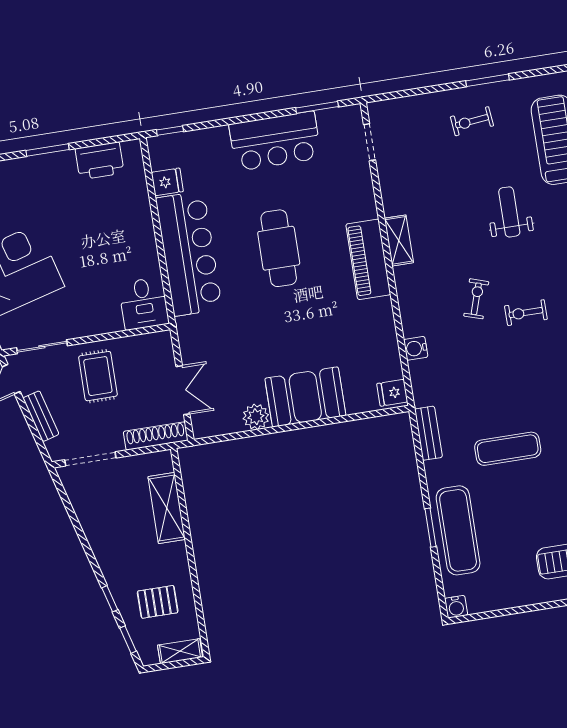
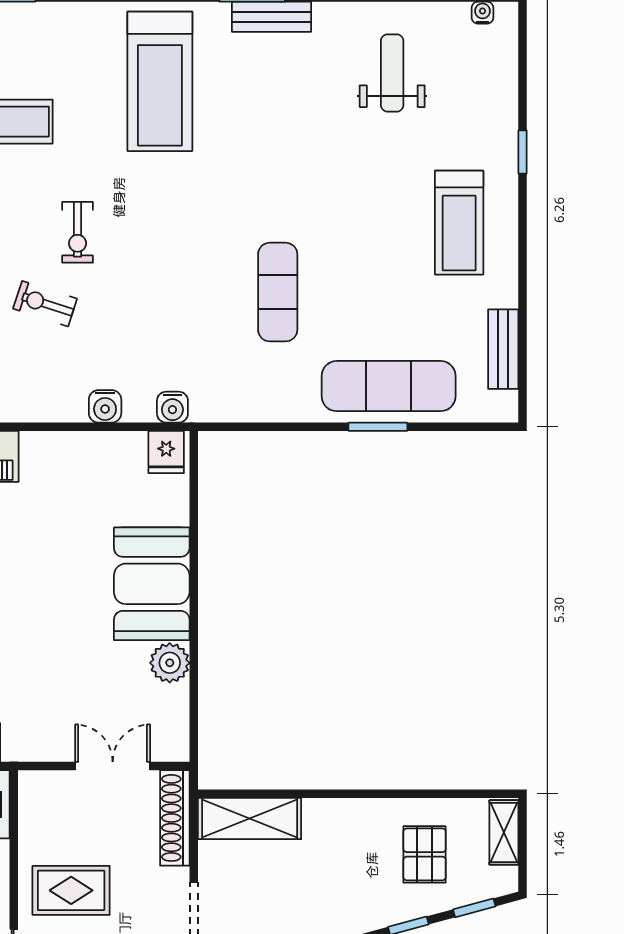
bench: (428, 433) -> (503, 349), moved, turned 90
shelving: (167, 508) -> (250, 819), moved
water cooler: (456, 607) -> (172, 407), moved, turned 90

